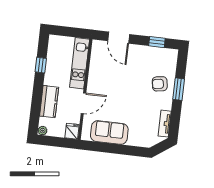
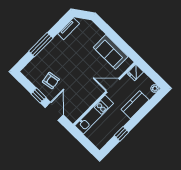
window: (157, 42) -> (38, 96), moved
armchair: (160, 84) -> (51, 81), moved
window: (179, 89) -> (41, 45), width x1.44

